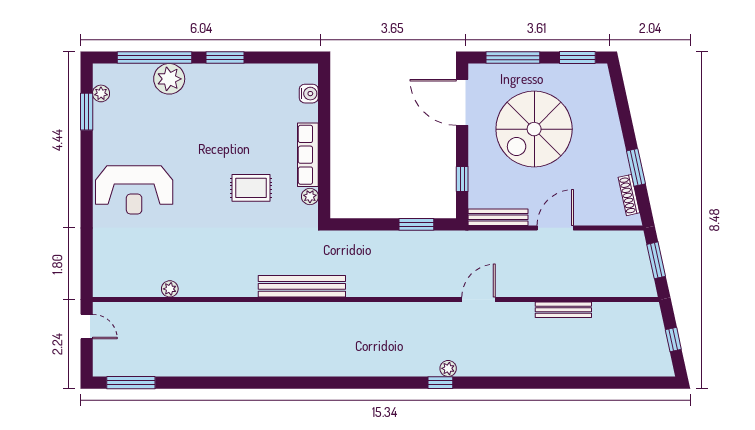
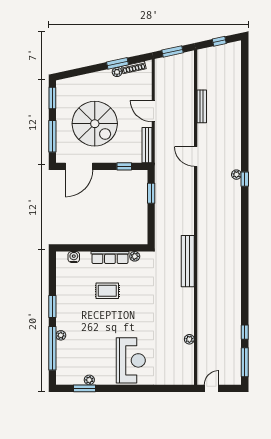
plant: (169, 79) -> (61, 335), width x0.53, depth x0.53
plant: (101, 93) -> (89, 380), moved
plant: (621, 167) -> (117, 72), added
rug: (251, 188) -> (107, 291), moved, turned 90
window: (182, 383) -> (245, 332), added

